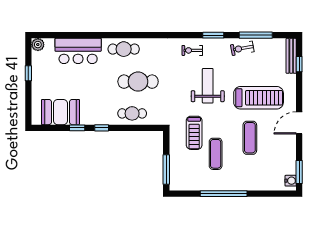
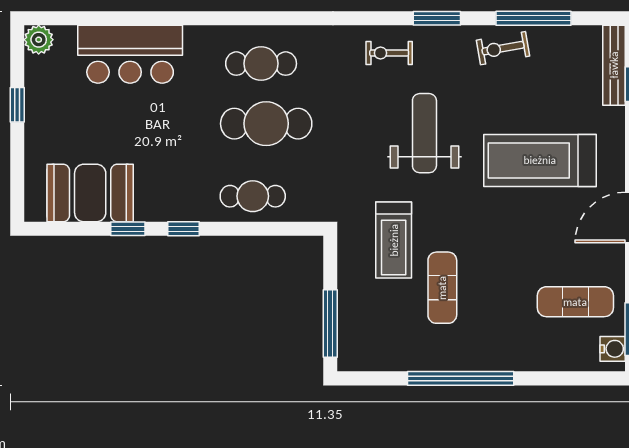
cafe table: (124, 49) -> (261, 64), moved
treadmill: (259, 98) -> (540, 160), turned 180
exercise mat: (250, 138) -> (575, 302), moved, turned 90

